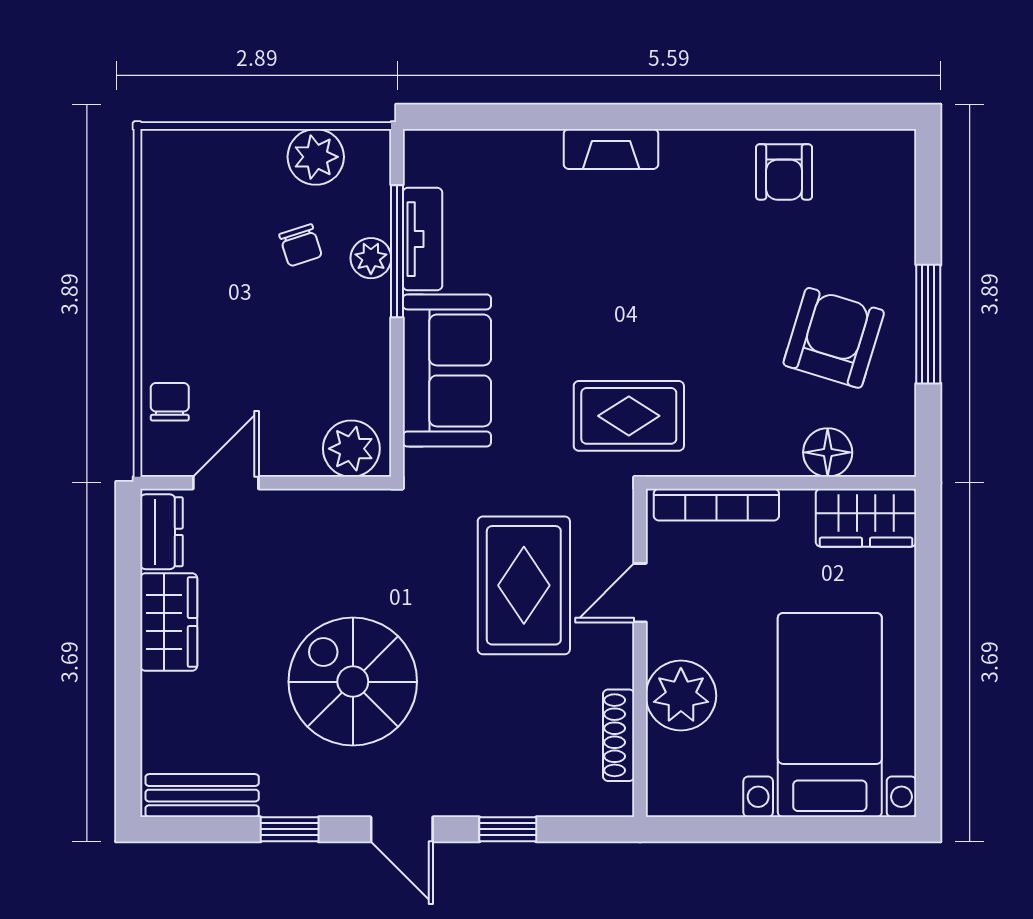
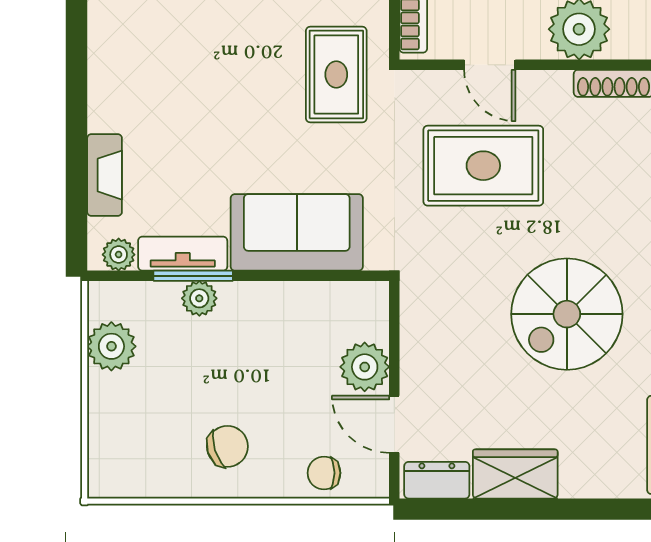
fireplace: (611, 149) -> (105, 175), moved
plant: (421, 165) -> (119, 255), added
chair: (301, 245) -> (227, 446), moved, width x1.37, depth x1.37
window: (397, 251) -> (193, 276), width x0.69
plant: (351, 449) -> (365, 367), moved

